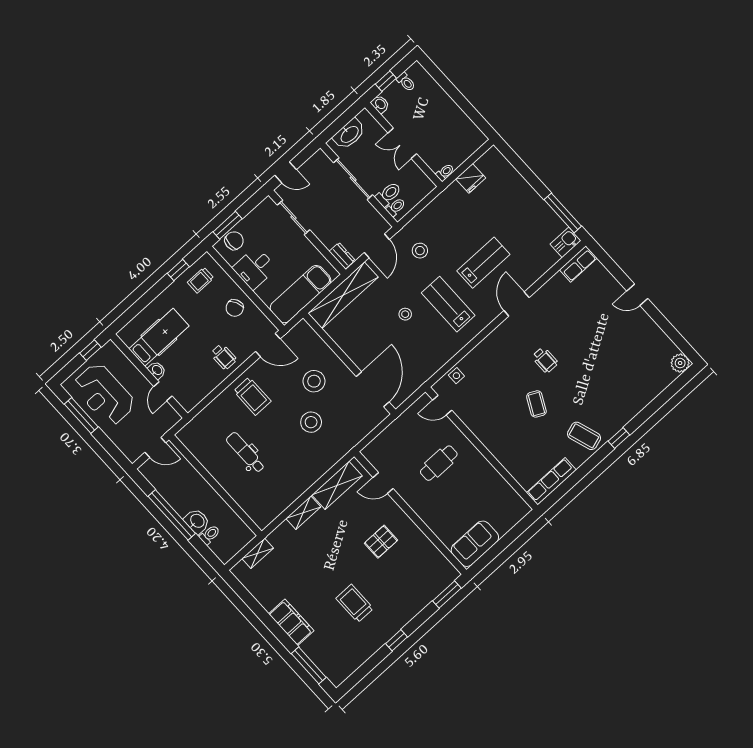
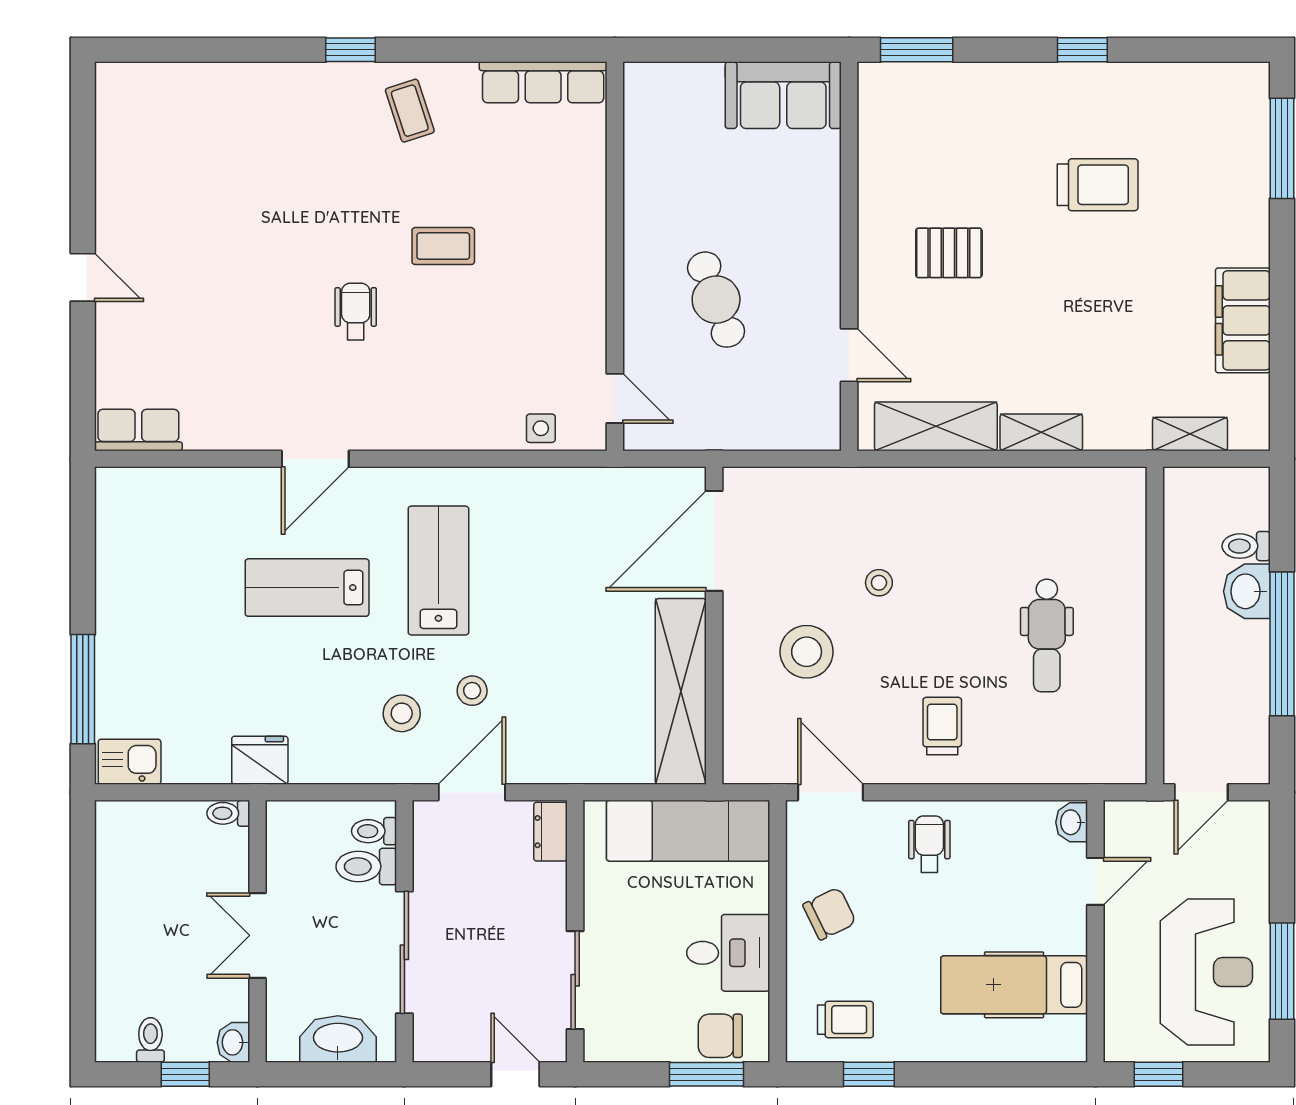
double door: (402, 143) -> (257, 935), swing flipped
fridge: (471, 178) -> (260, 760), moved
window: (563, 213) -> (83, 689), moved
kitchen sink: (566, 242) -> (130, 762), moved, turned 180
shelving: (343, 295) -> (681, 691), moved, turned 90
lab bench: (448, 304) -> (438, 571), turned 180
stool: (405, 314) -> (472, 691), moved
plant: (680, 363) -> (117, 84), removed
washbasin: (157, 370) -> (1072, 822), moved
trolley: (252, 396) -> (942, 726), width x0.73, depth x0.72
coffee table: (536, 404) -> (443, 246), turned 63
stool: (311, 422) -> (879, 583), width x0.53, depth x0.53
coffee table: (584, 436) -> (410, 111), width x0.73, depth x0.77
door: (155, 448) -> (1201, 792), swing flipped
cafe table: (439, 463) -> (716, 300), turned 70
trolley: (355, 603) -> (1098, 185), turned -90
filing cabinet: (291, 622) -> (1243, 320), moved

